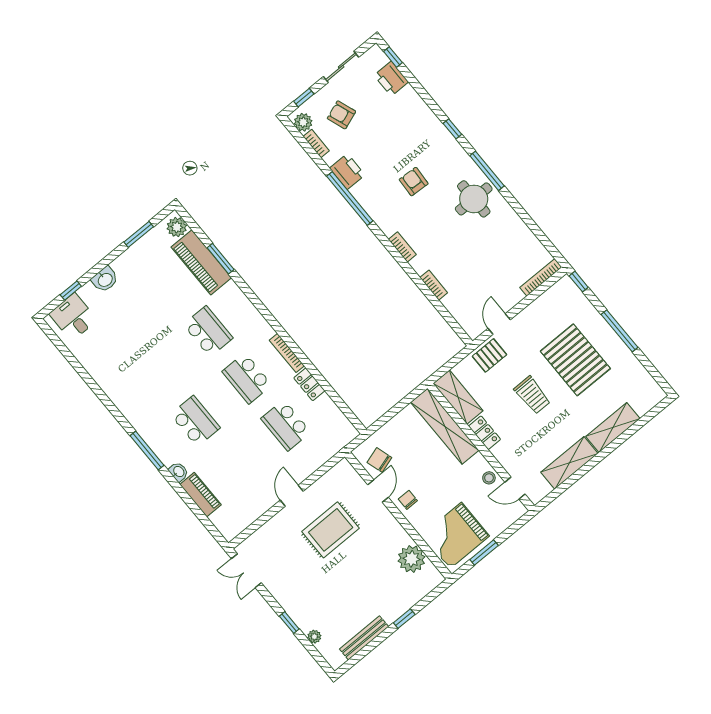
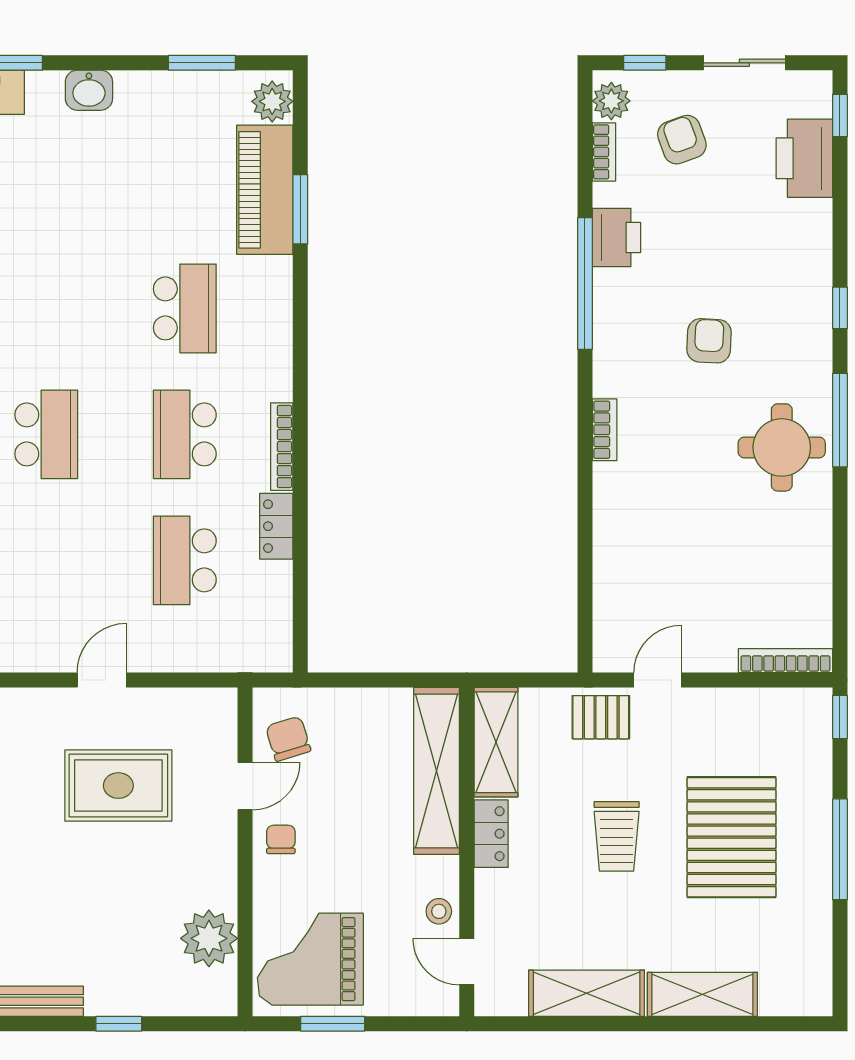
printer: (391, 79) -> (804, 158), width x1.37, depth x1.19
bookcase: (434, 285) -> (605, 532), removed

